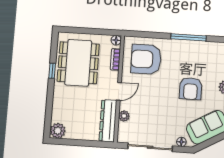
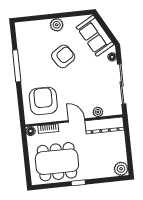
armchair: (146, 59) -> (43, 101), turned 180
window: (52, 71) -> (78, 183), moved
armchair: (191, 89) -> (63, 56), turned -34

